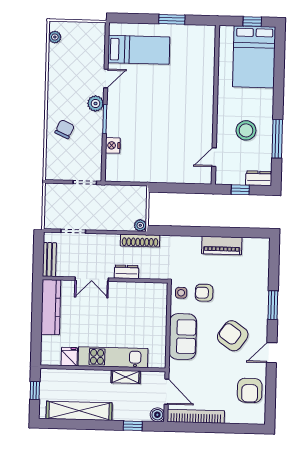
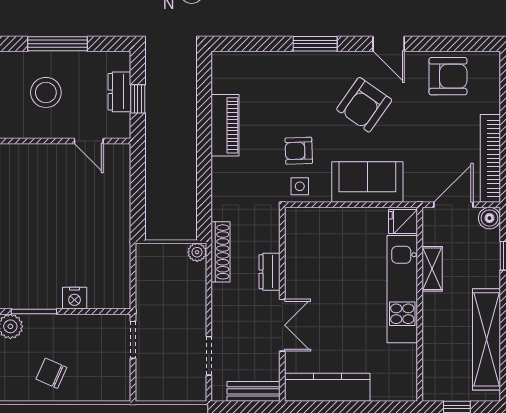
dresser: (259, 178) -> (119, 92), moved
armchair: (204, 293) -> (299, 151), turned 88
fridge: (69, 357) -> (403, 221), moved

